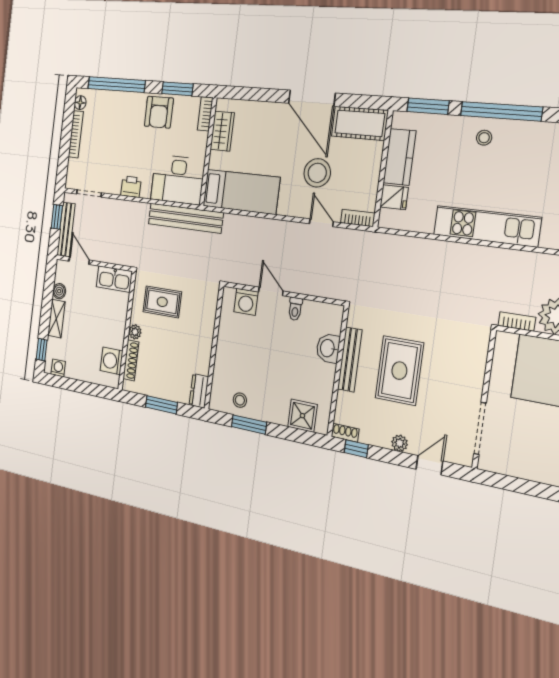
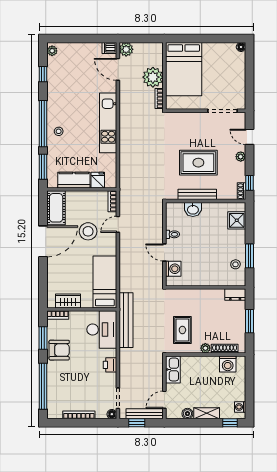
floor lamp: (80, 103) -> (112, 414), moved
door: (271, 291) -> (164, 252), hinge flipped

